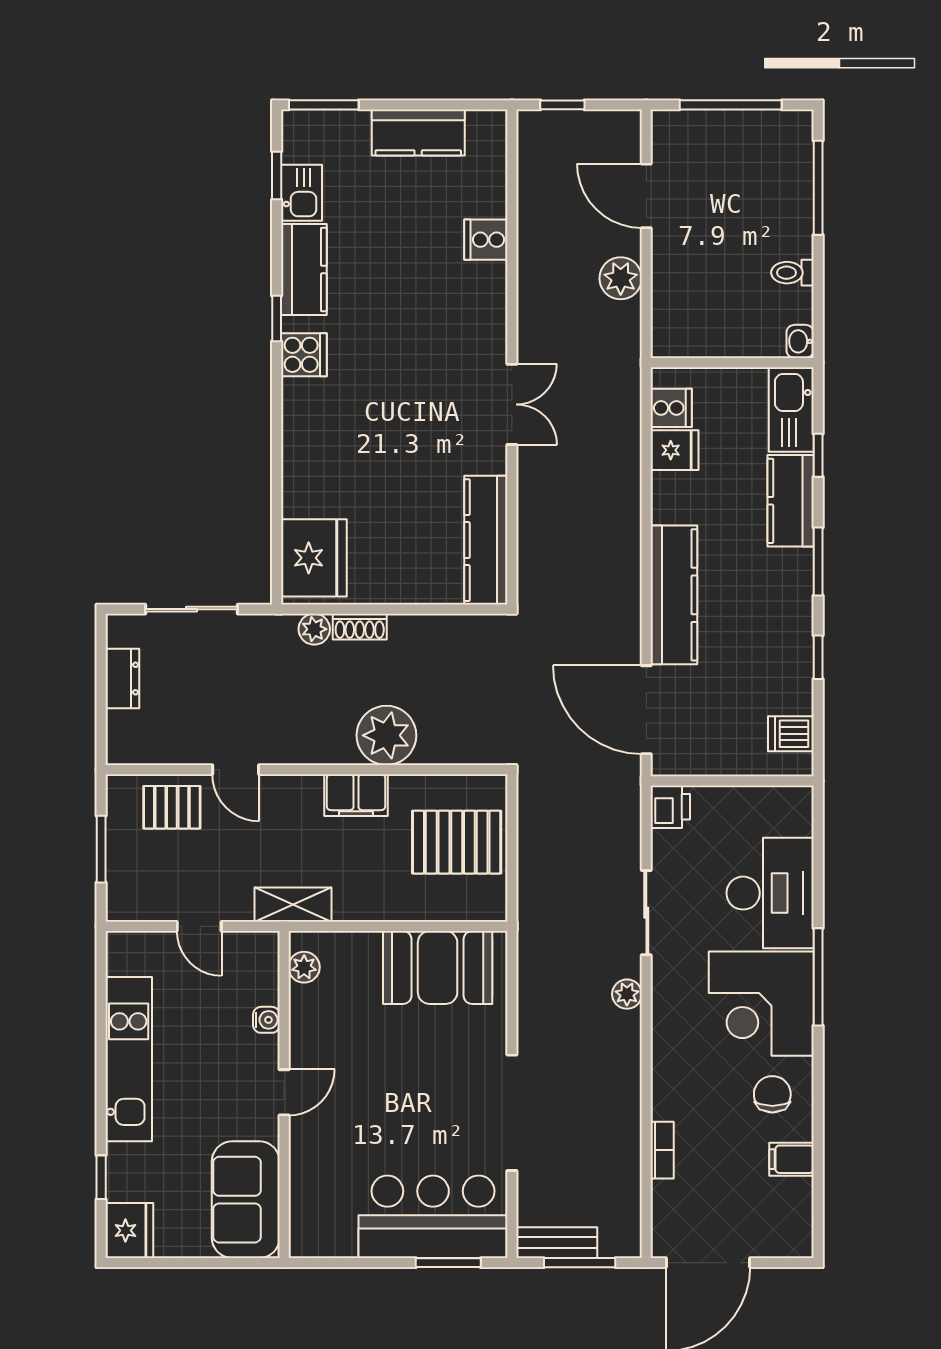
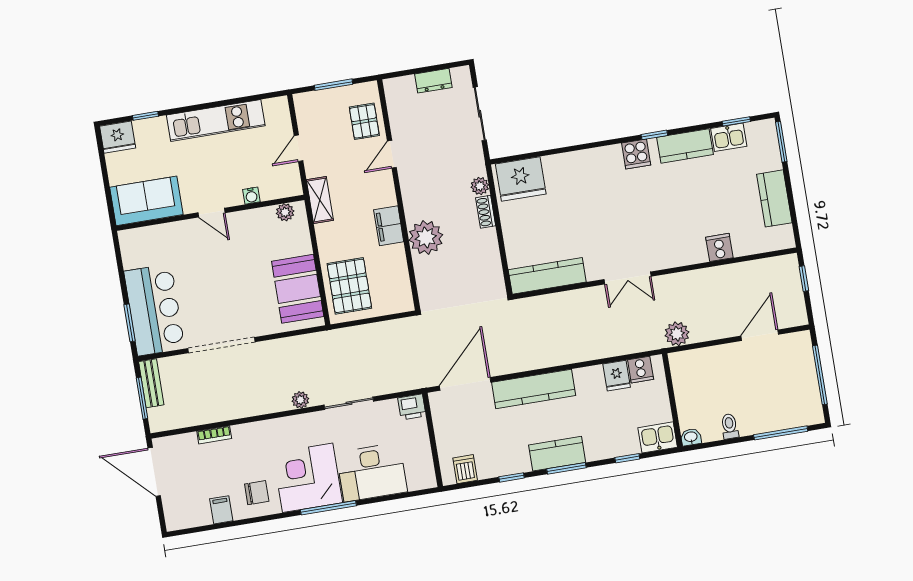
plant: (621, 278) -> (677, 334), moved
kitchen sink: (791, 409) -> (658, 437), width x0.73
kitchen counter: (791, 501) -> (557, 454), moved
pallet: (457, 842) -> (349, 286), moved

